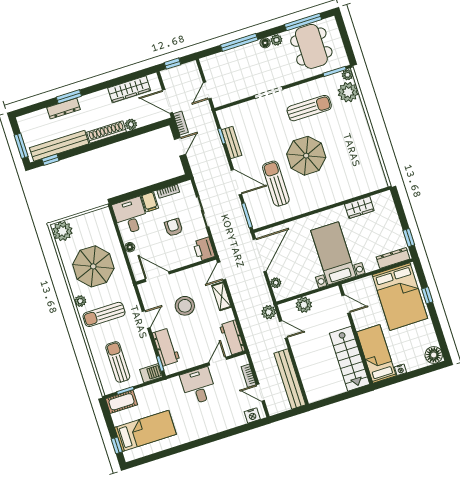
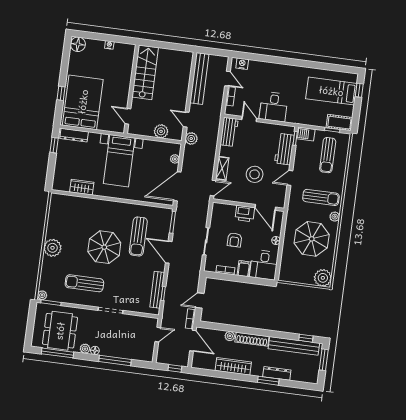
wardrobe: (129, 89) -> (233, 366), moved
plant: (348, 92) -> (53, 248), moved
bench: (232, 142) -> (157, 290), width x1.36
printer: (204, 249) -> (245, 214), moved, turned 90
bed: (376, 354) -> (122, 66), removed
door: (218, 361) -> (249, 119), swing flipped

